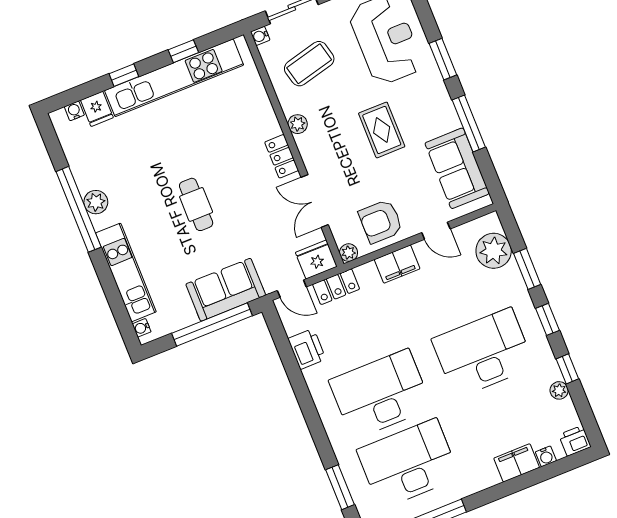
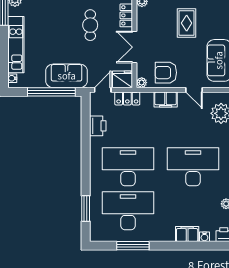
cafe table: (196, 204) -> (90, 25), moved
door: (292, 289) -> (103, 90), swing flipped

